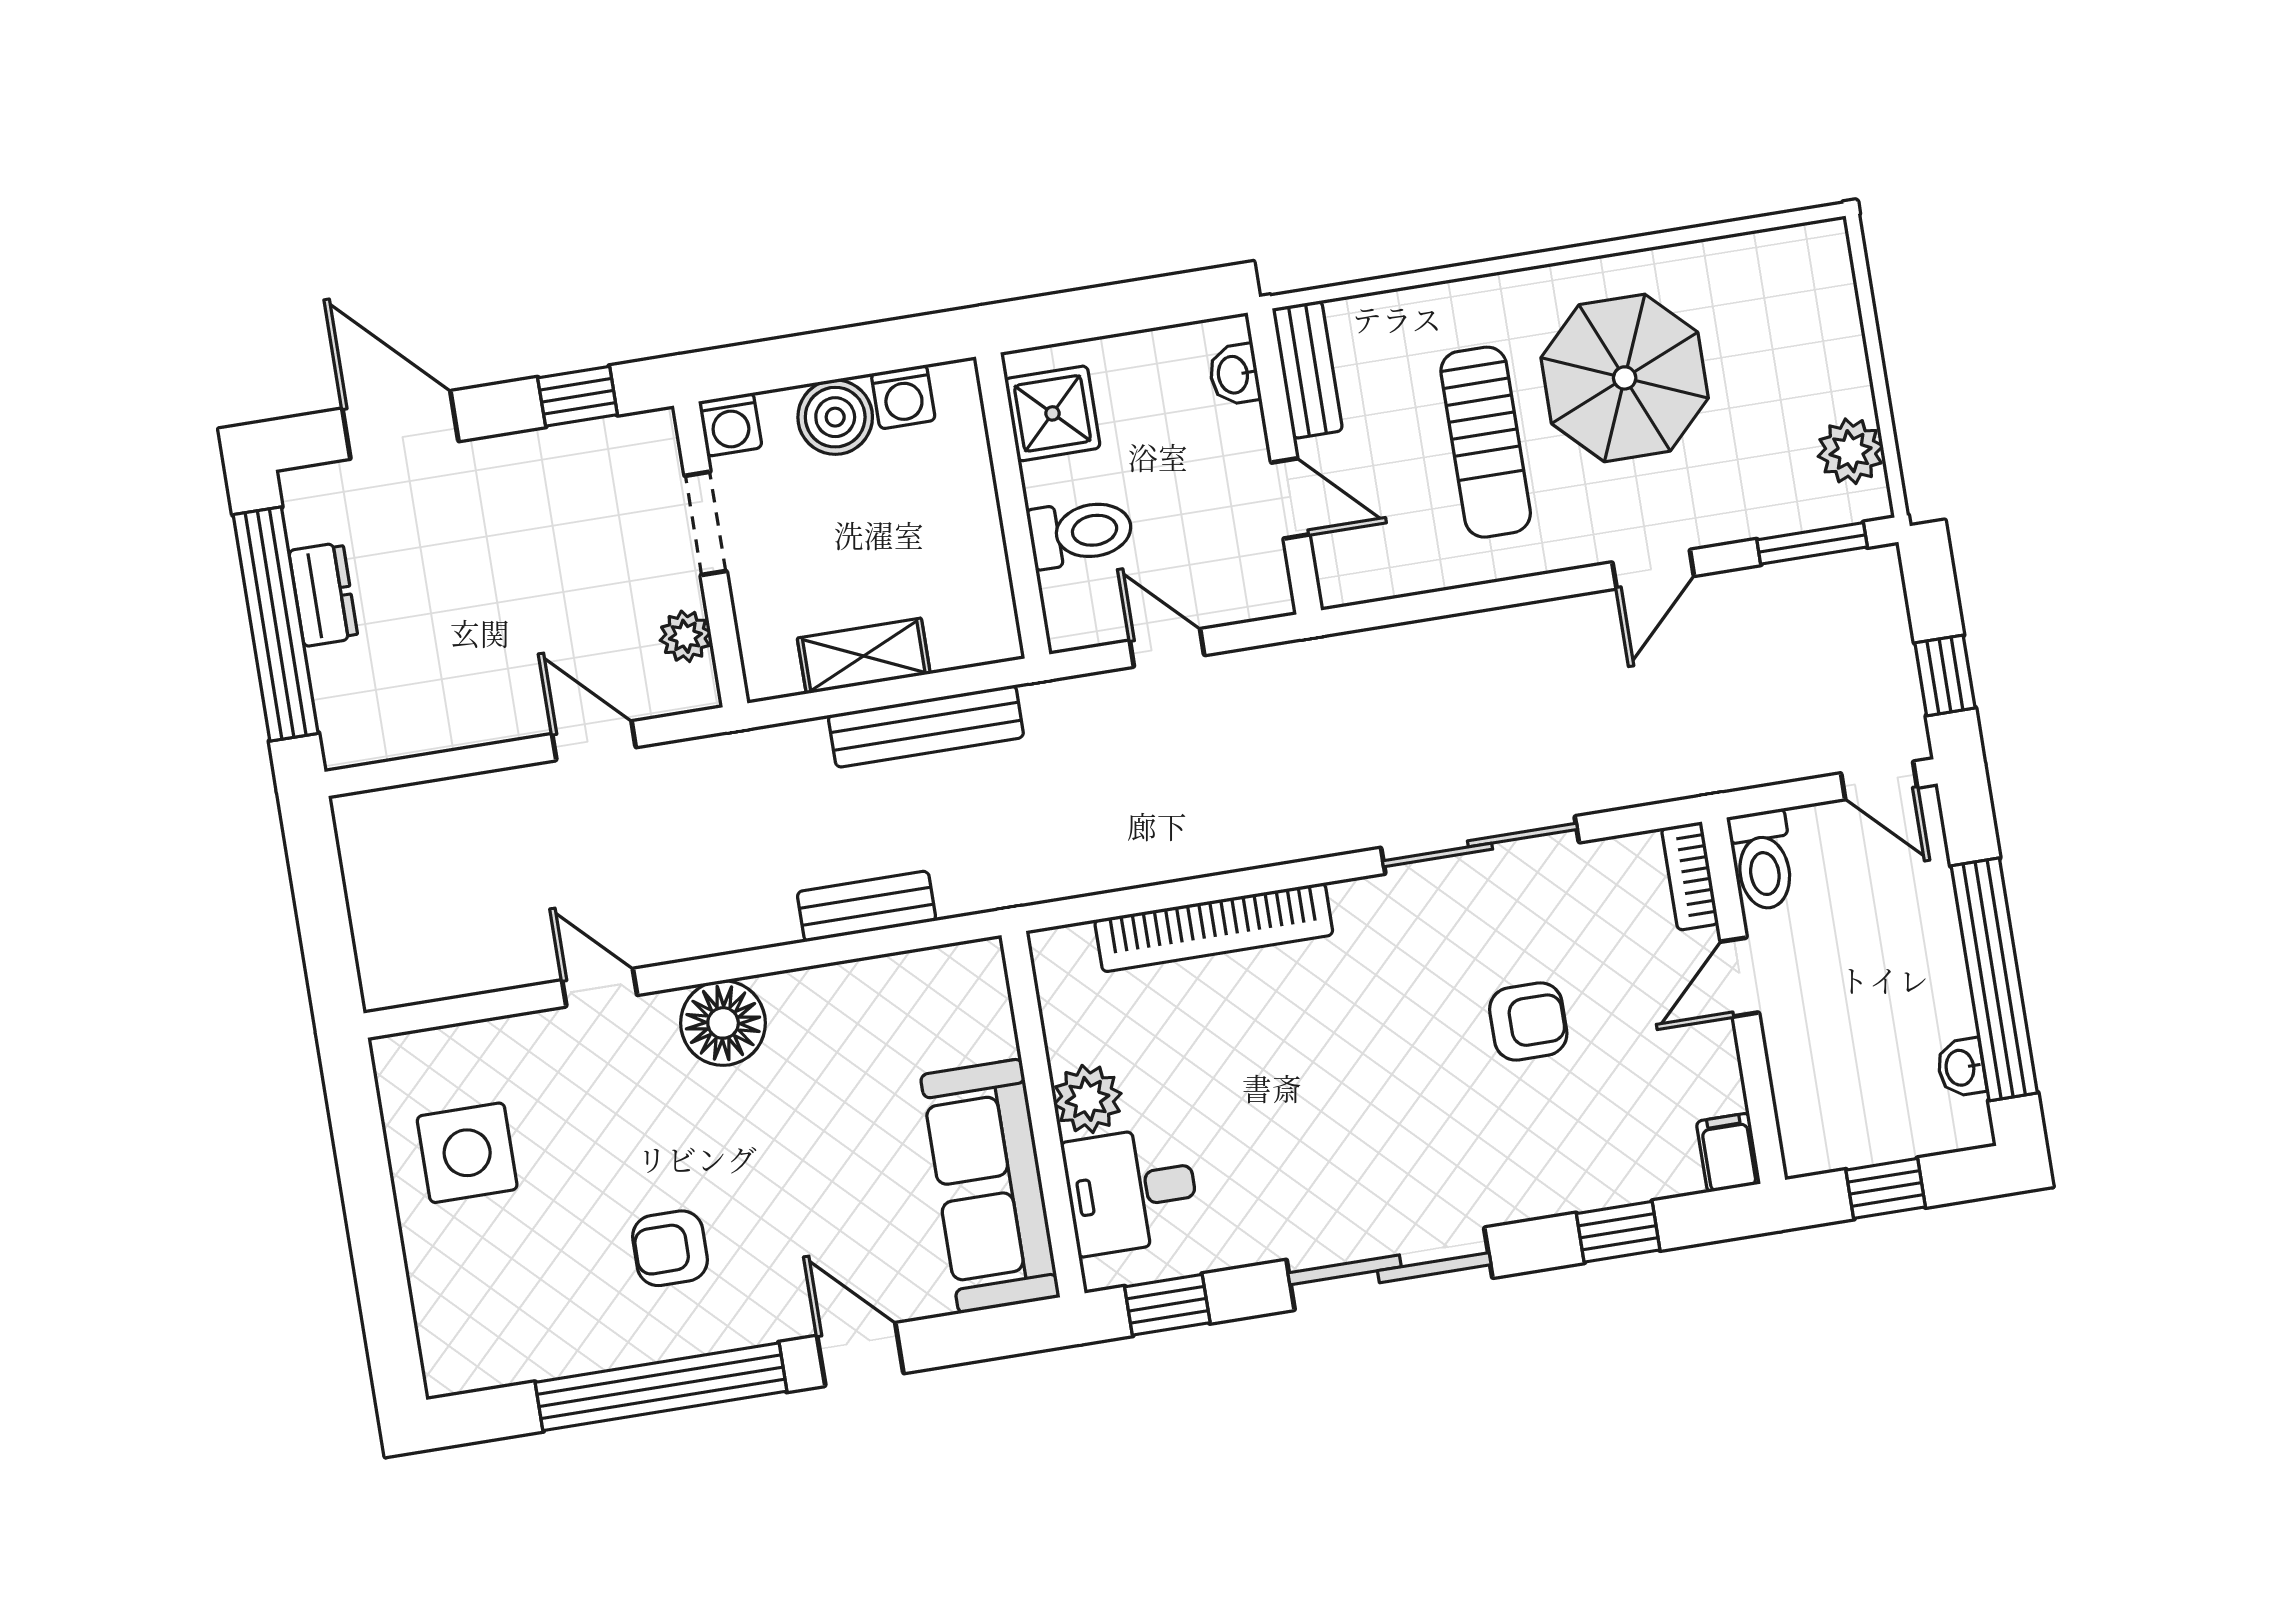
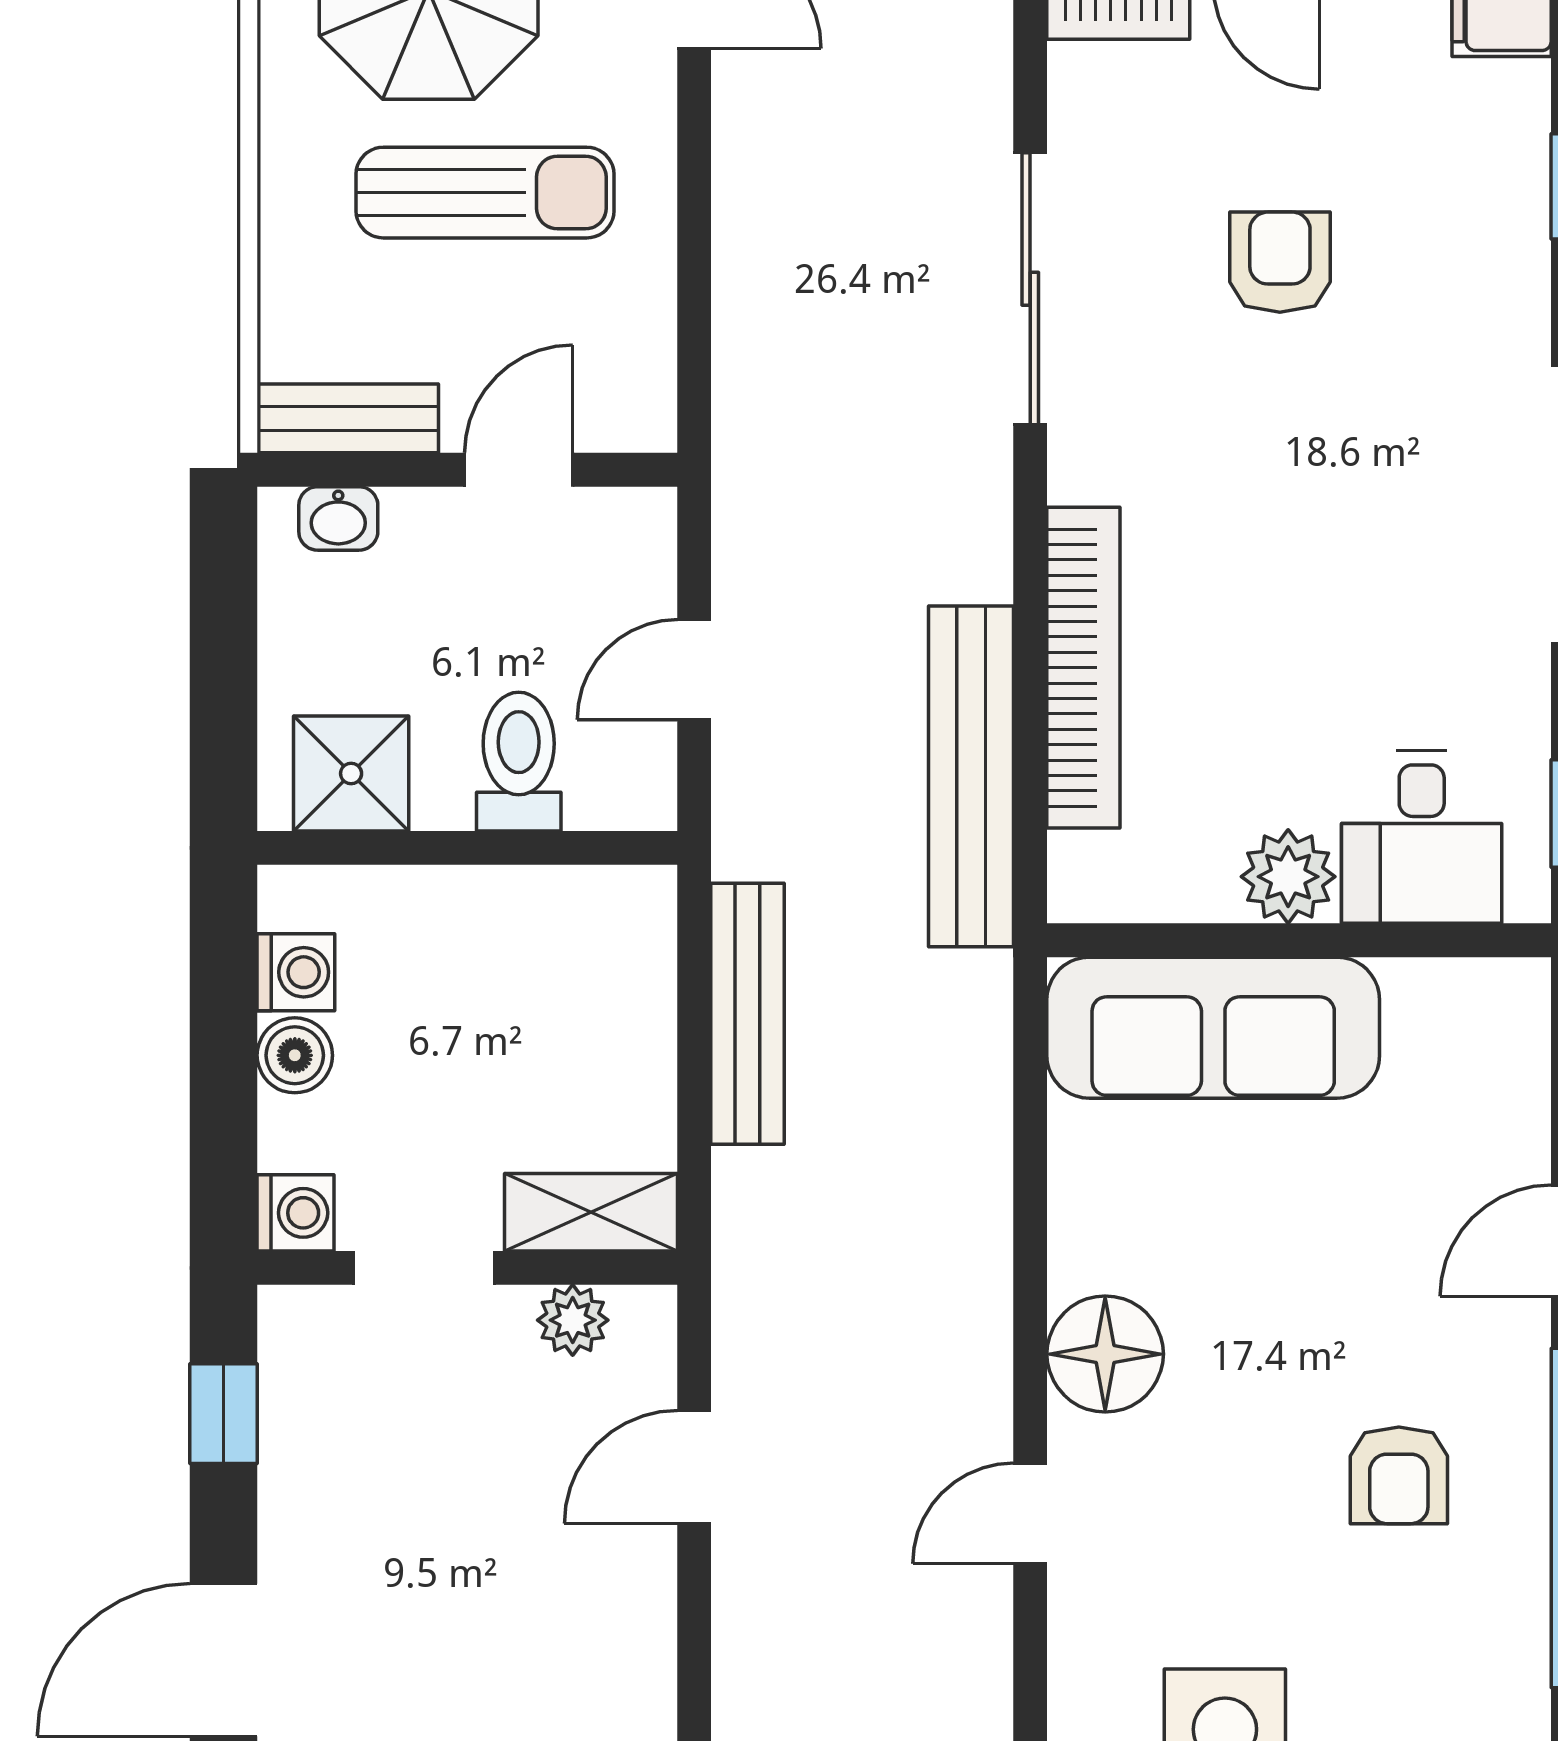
boiler: (835, 417) -> (295, 1055), width x0.73, depth x0.73
shelving: (864, 656) -> (591, 1212), moved, turned 90
bench: (866, 906) -> (971, 776), moved, width x1.86, depth x1.21
sofa: (990, 1186) -> (1213, 1028), moved

